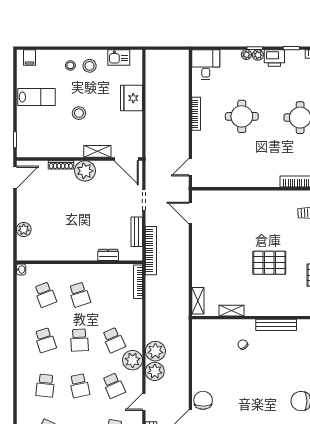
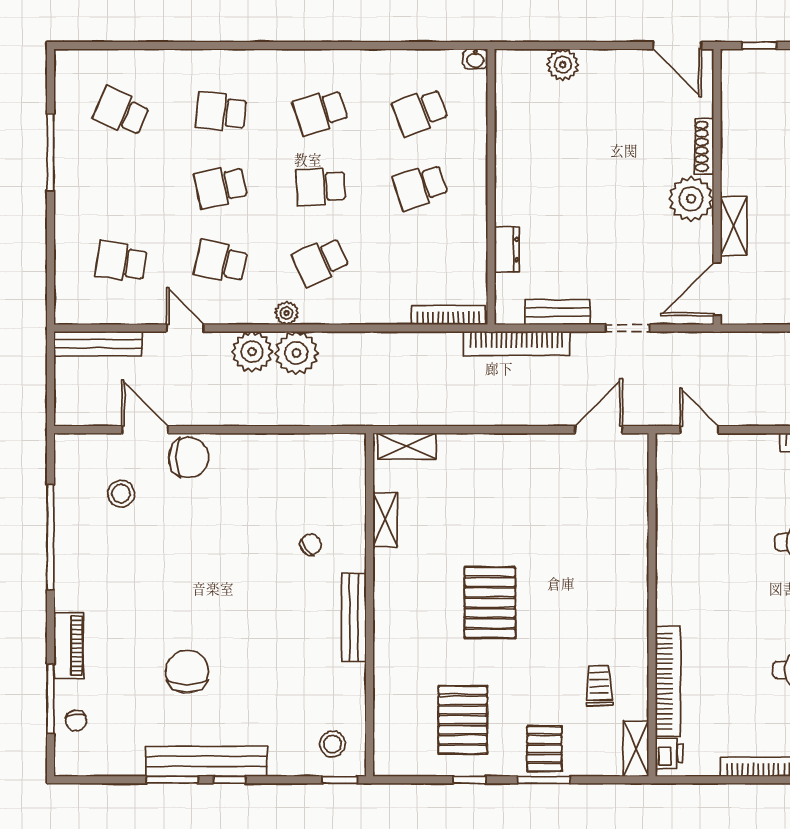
plant: (133, 360) -> (287, 313), width x0.53, depth x0.53
school desk: (114, 386) -> (221, 262), turned 36

